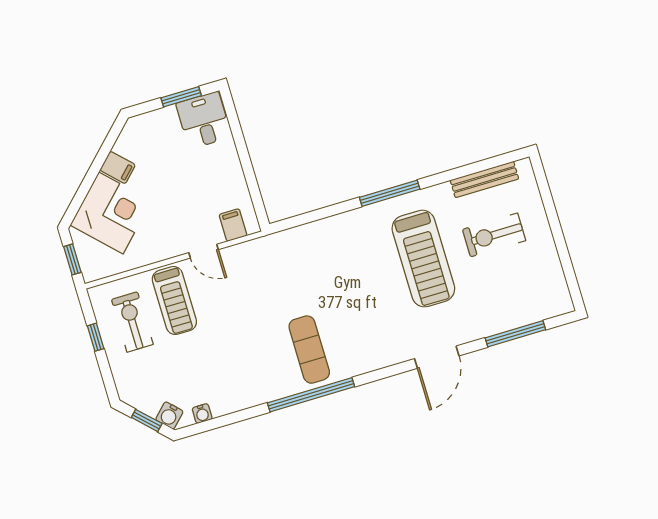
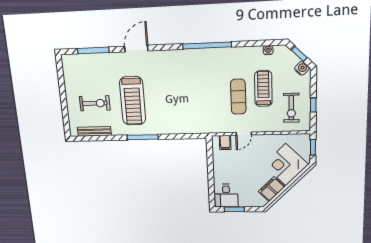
filing cabinet: (118, 167) -> (272, 189), width x2.00
door: (204, 251) -> (244, 134), swing flipped
treadmill: (423, 259) -> (133, 101), turned 180
treadmill: (174, 300) -> (263, 89), moved
exercise mat: (309, 350) -> (238, 97), moved
water cooler: (169, 415) -> (302, 68), moved

